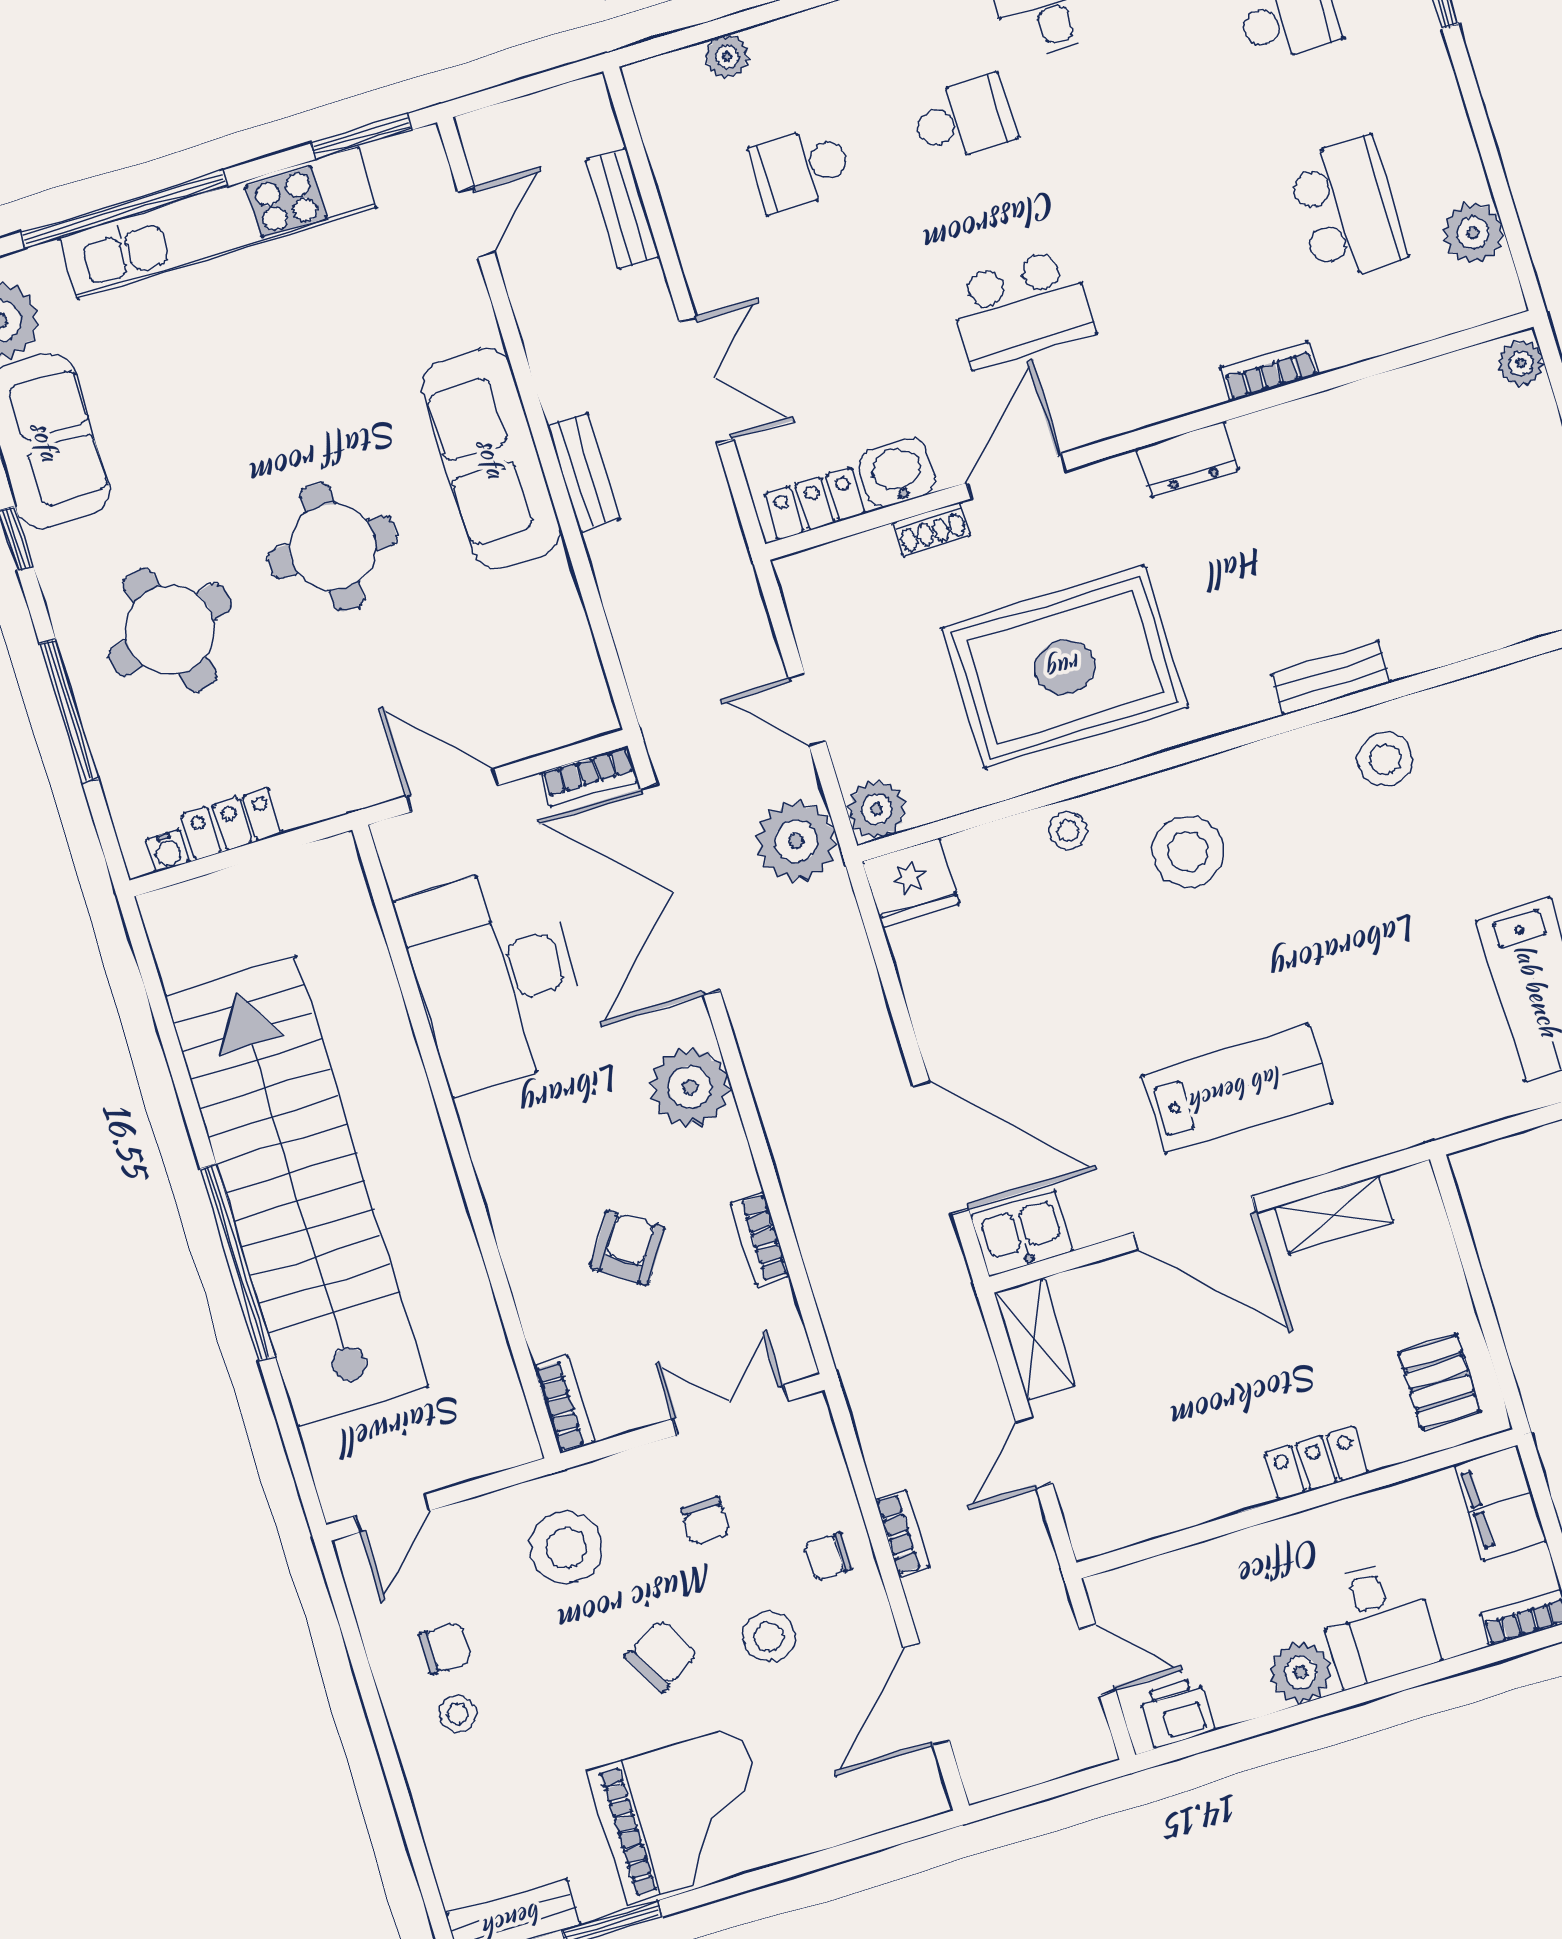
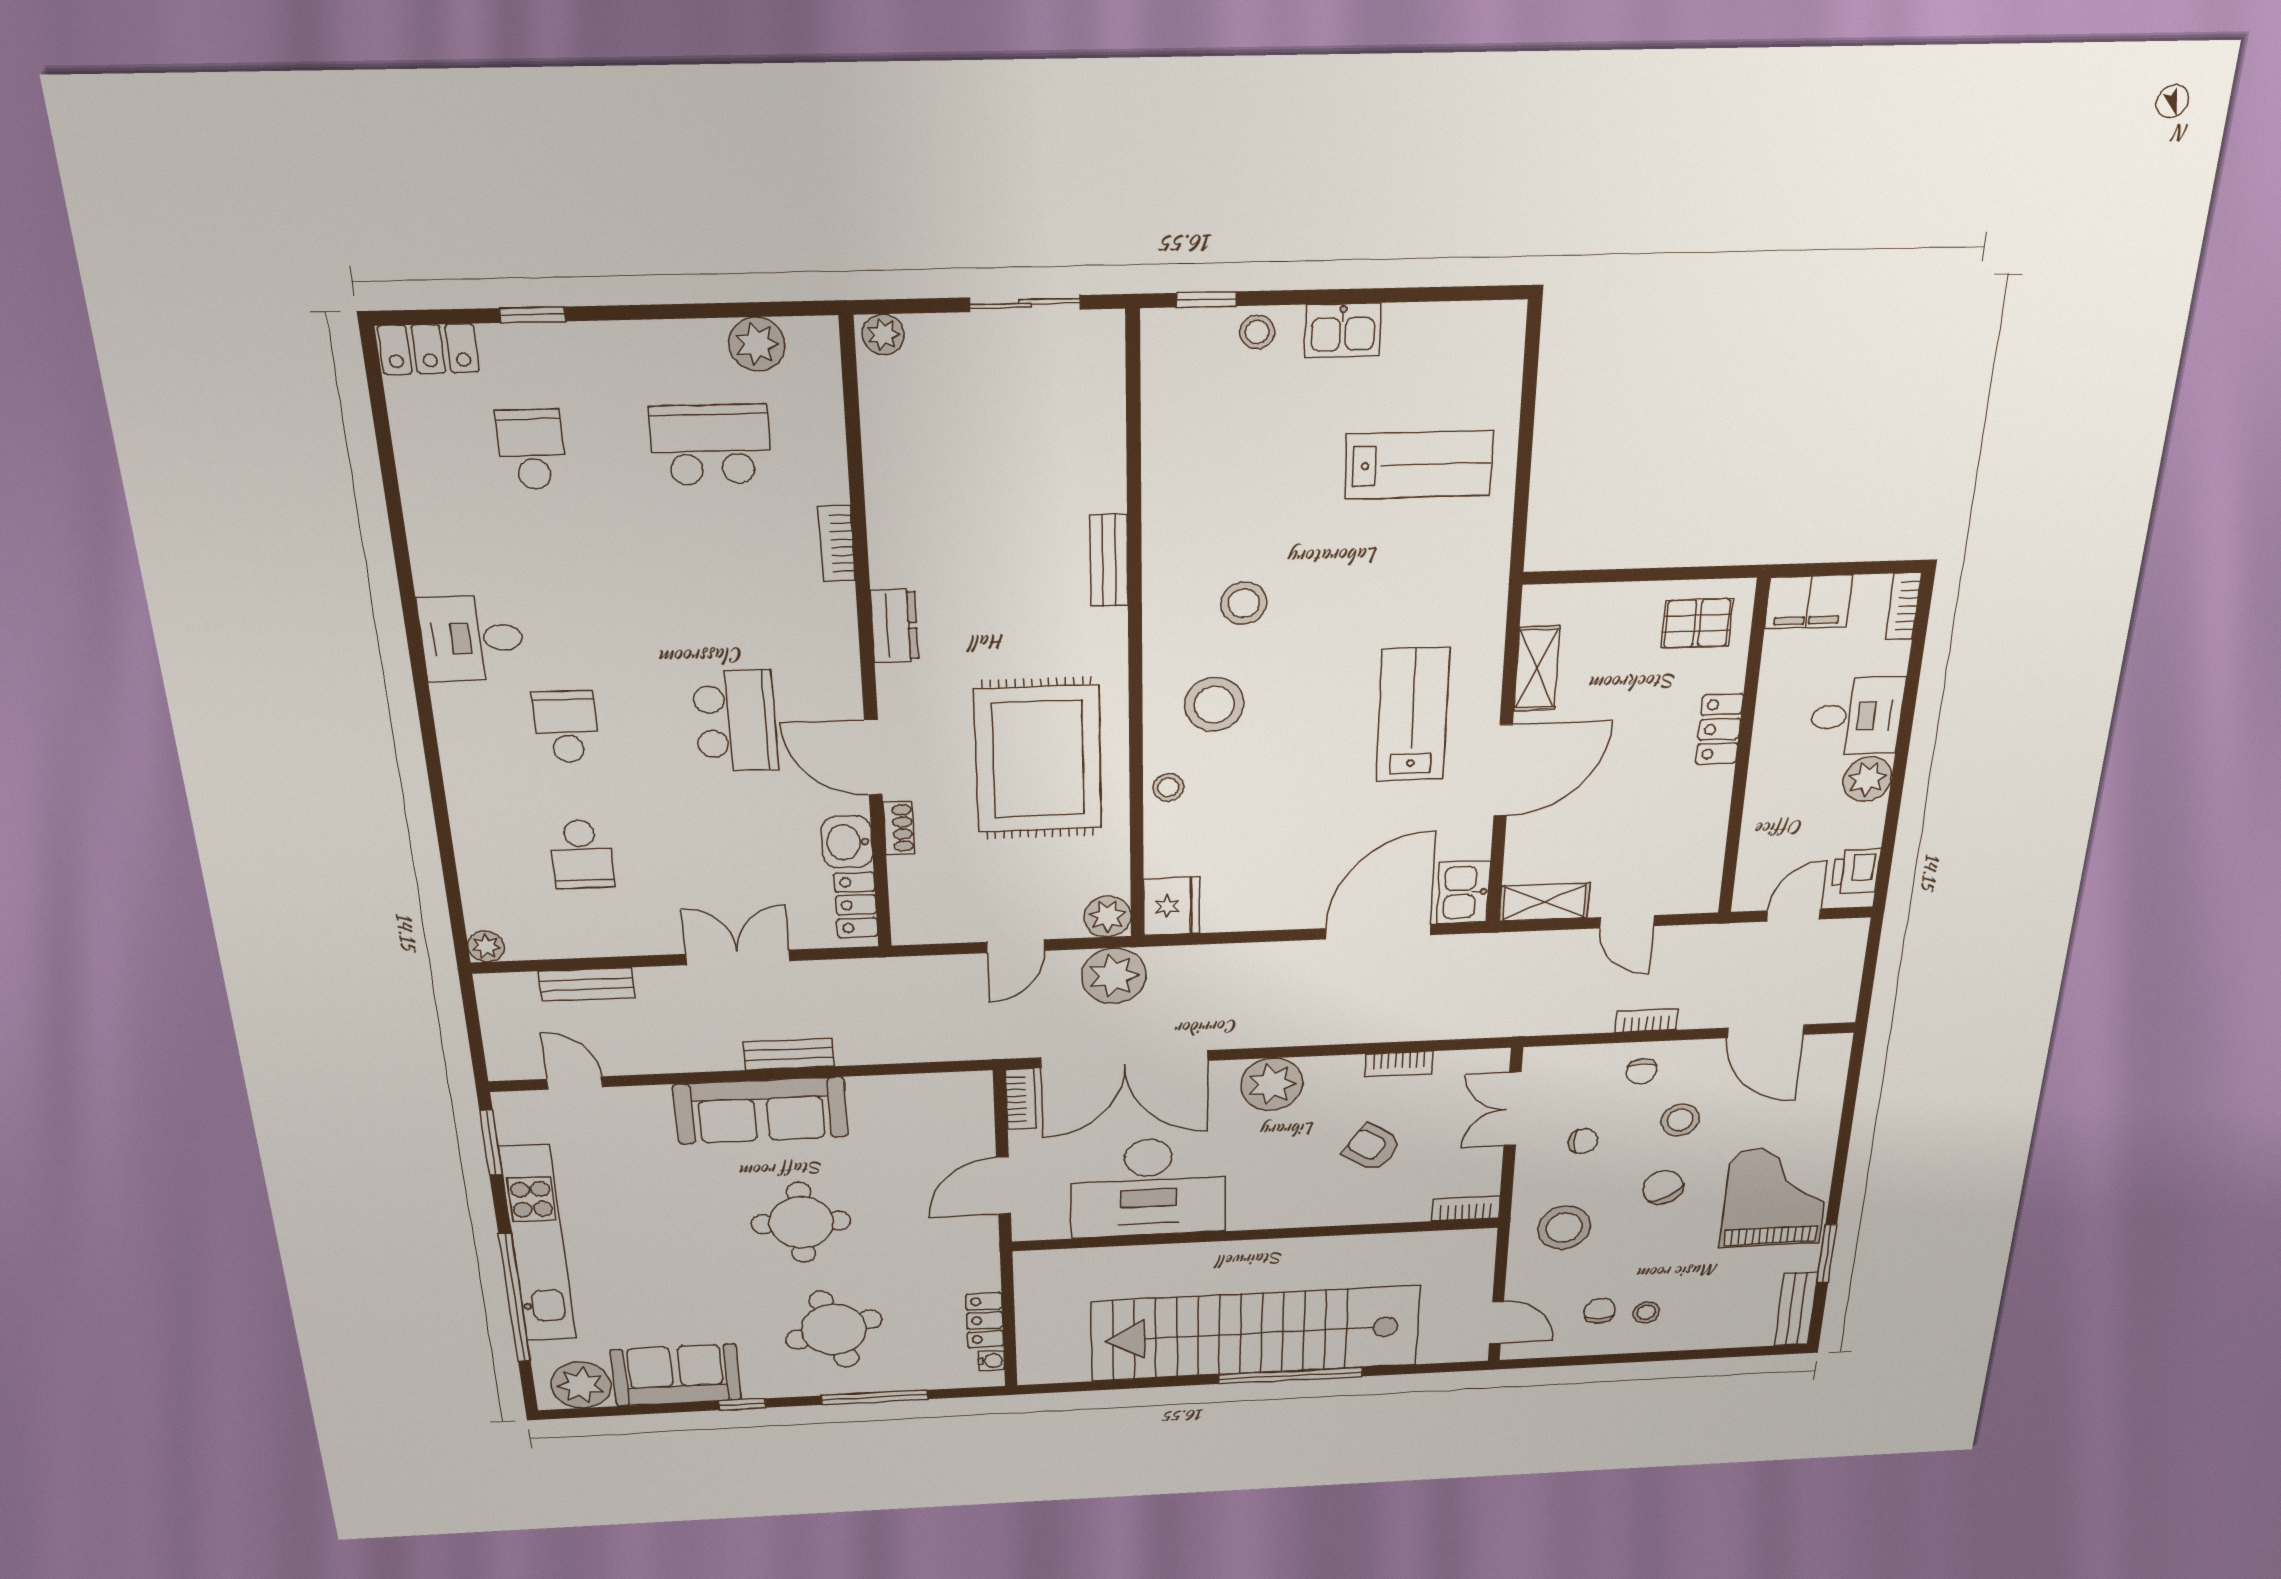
plant: (727, 56) -> (486, 946), moved
stool: (1385, 759) -> (1244, 603), moved

